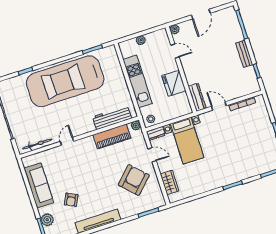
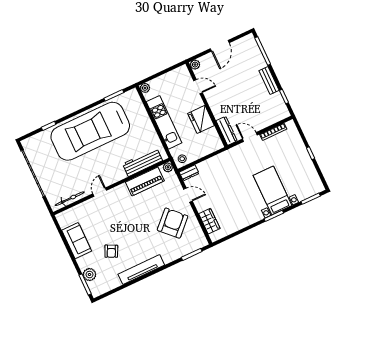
plant: (141, 40) -> (145, 88), moved
bed with nightstands: (187, 141) -> (273, 190), moved, turned 180
sofa: (39, 185) -> (77, 241), width x0.73

